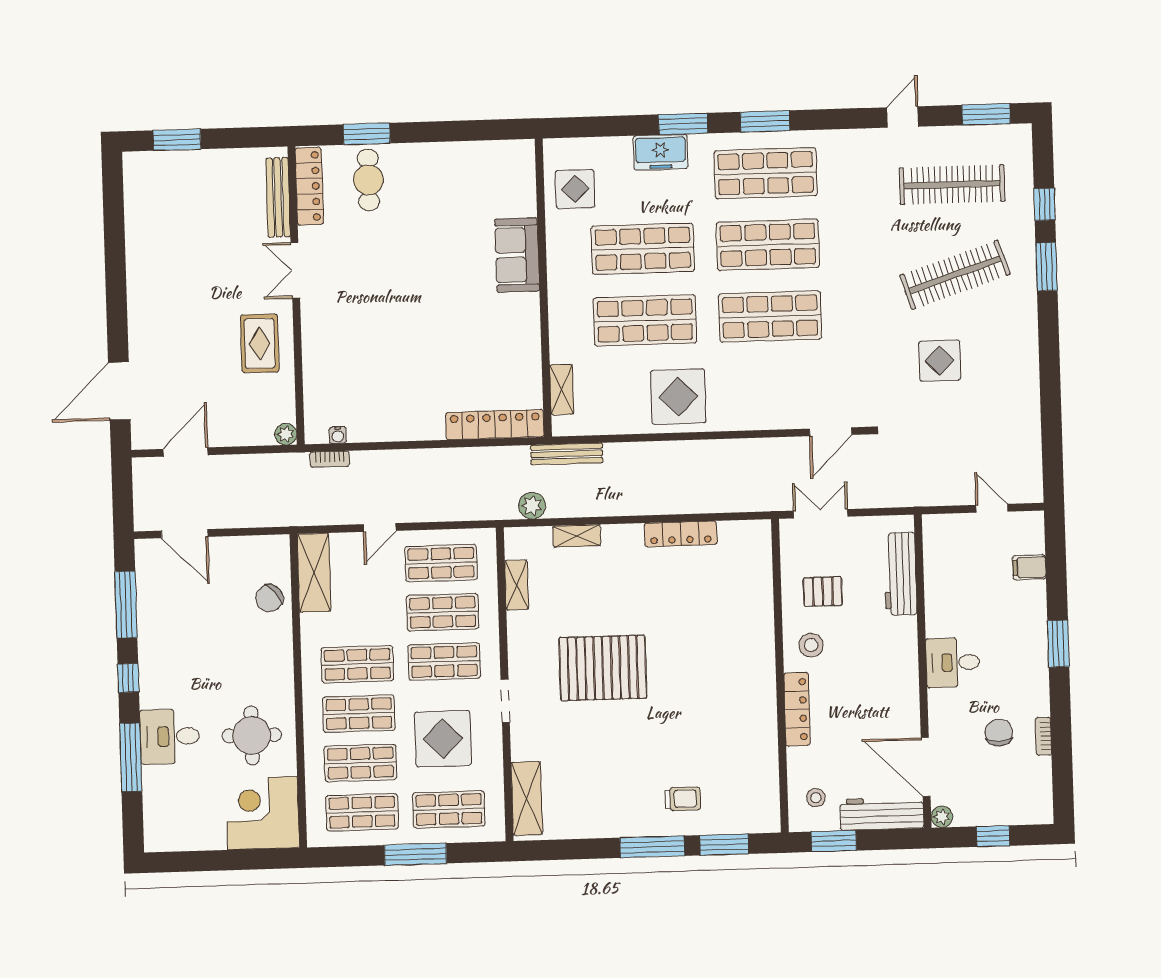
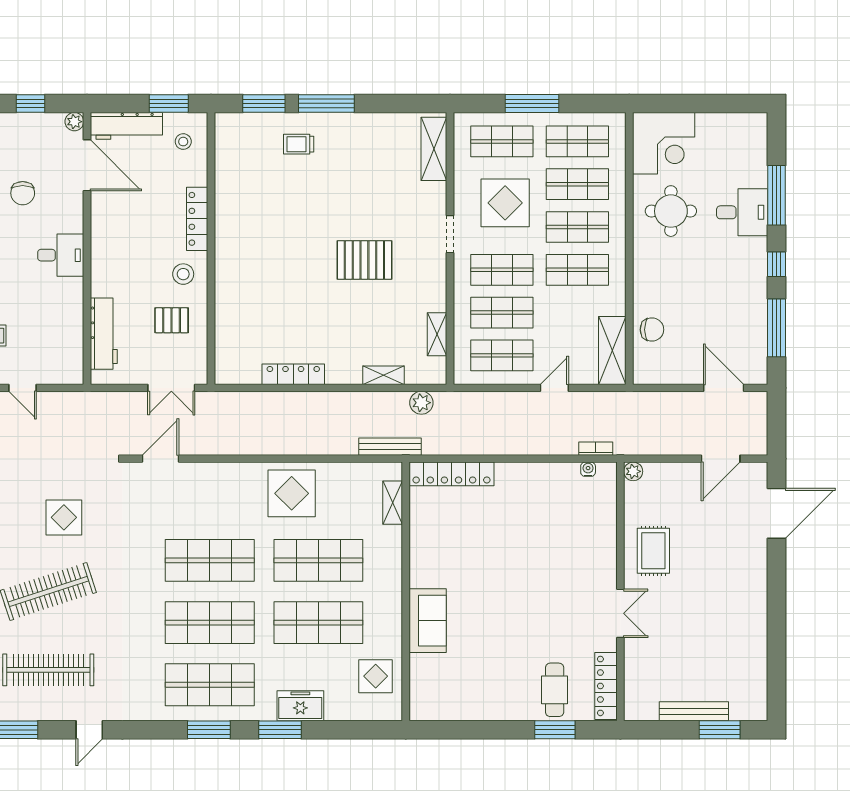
bench: (278, 197) -> (694, 711), moved, turned 90
chair: (269, 598) -> (652, 330), turned 40
pallet: (603, 668) -> (364, 260), width x0.73, depth x0.71

